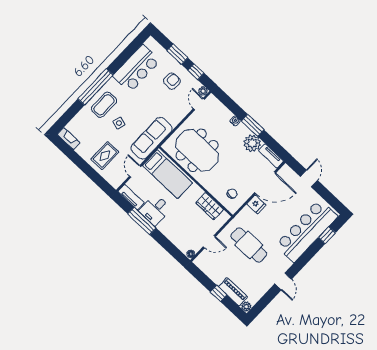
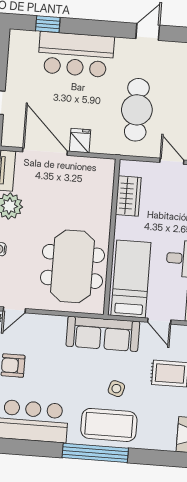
coffee table: (104, 105) -> (109, 425), width x1.36, depth x1.32
door: (135, 171) -> (159, 321), hinge flipped
chair: (232, 194) -> (91, 181), removed
bar counter: (307, 231) -> (76, 54), width x0.73

